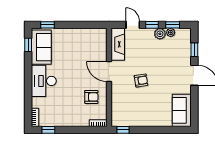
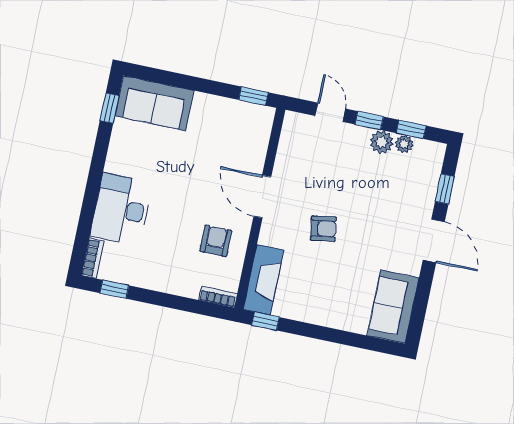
window: (48, 25) -> (253, 96), moved
fireplace: (118, 44) -> (263, 280), moved
sofa: (41, 47) -> (155, 103), moved, turned 90
desk: (44, 81) -> (121, 209), moved
armchair: (91, 97) -> (216, 241), turned -90

